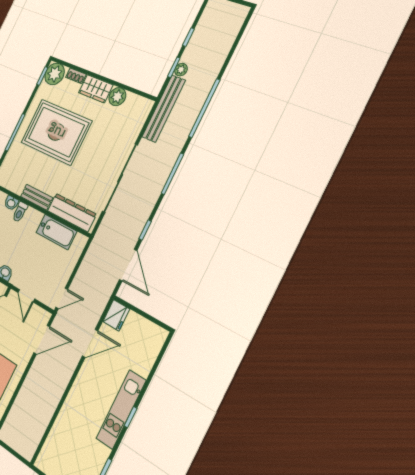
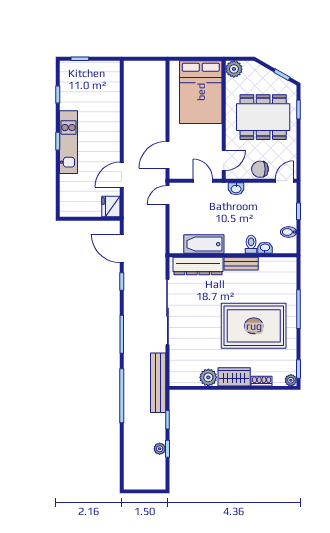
plant: (181, 70) -> (160, 449), moved
plant: (55, 74) -> (291, 380), width x0.53, depth x0.53

